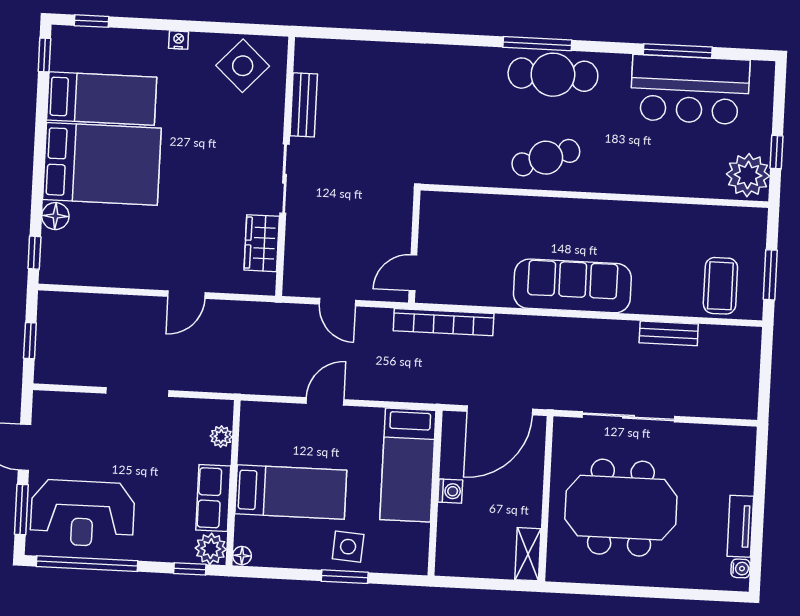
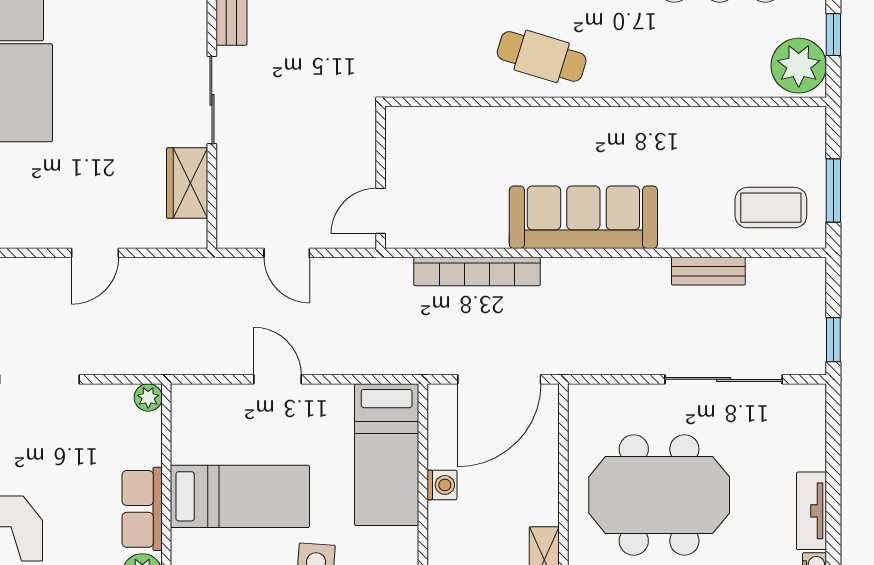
cafe table: (546, 158) -> (542, 56), turned 36
coffee table: (720, 286) -> (771, 208), turned 90
bookcase: (444, 322) -> (477, 271), moved
window: (764, 392) -> (833, 340), added
door: (325, 401) -> (278, 379), hinge flipped
sliding door: (628, 417) -> (724, 379), moved
plant: (221, 436) -> (148, 398), moved

